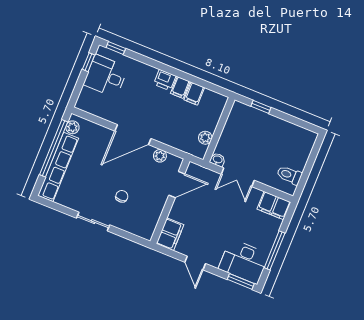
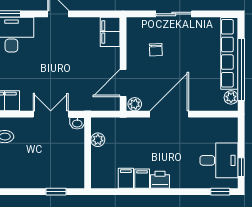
door: (177, 184) -> (123, 83), moved
wall: (170, 201) -> (123, 64), moved
filing cabinet: (170, 234) -> (110, 32), moved

